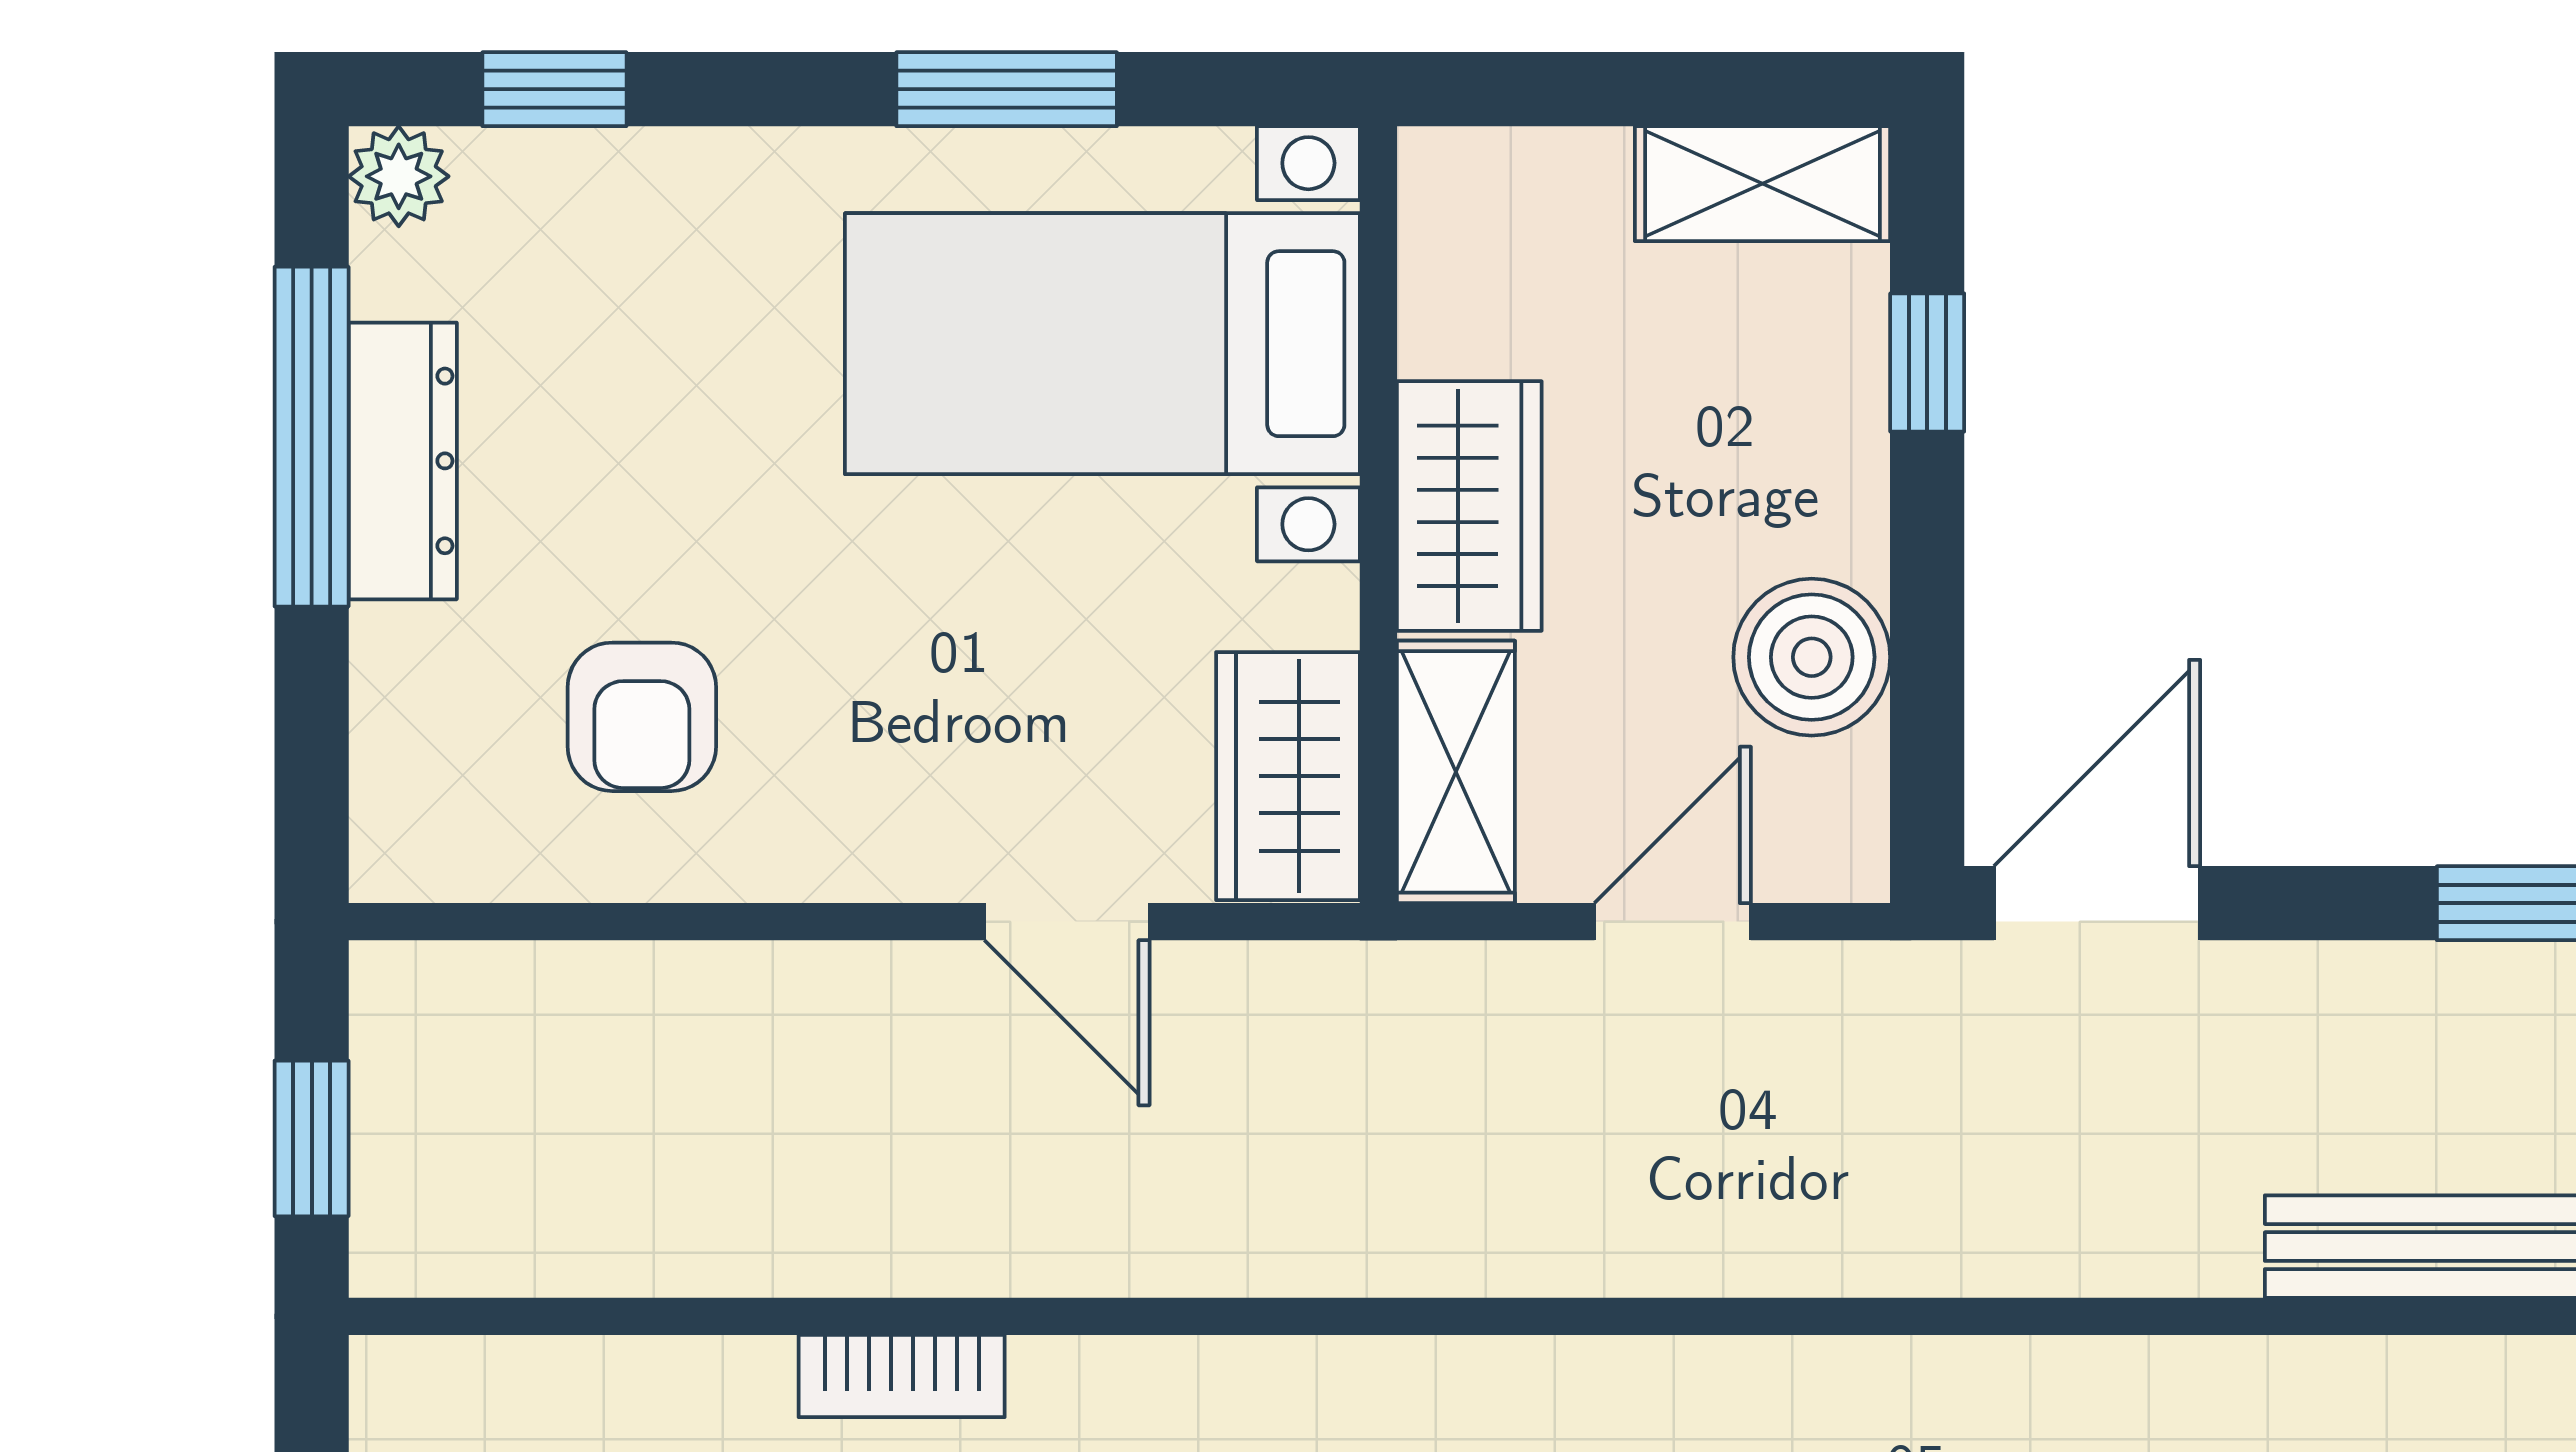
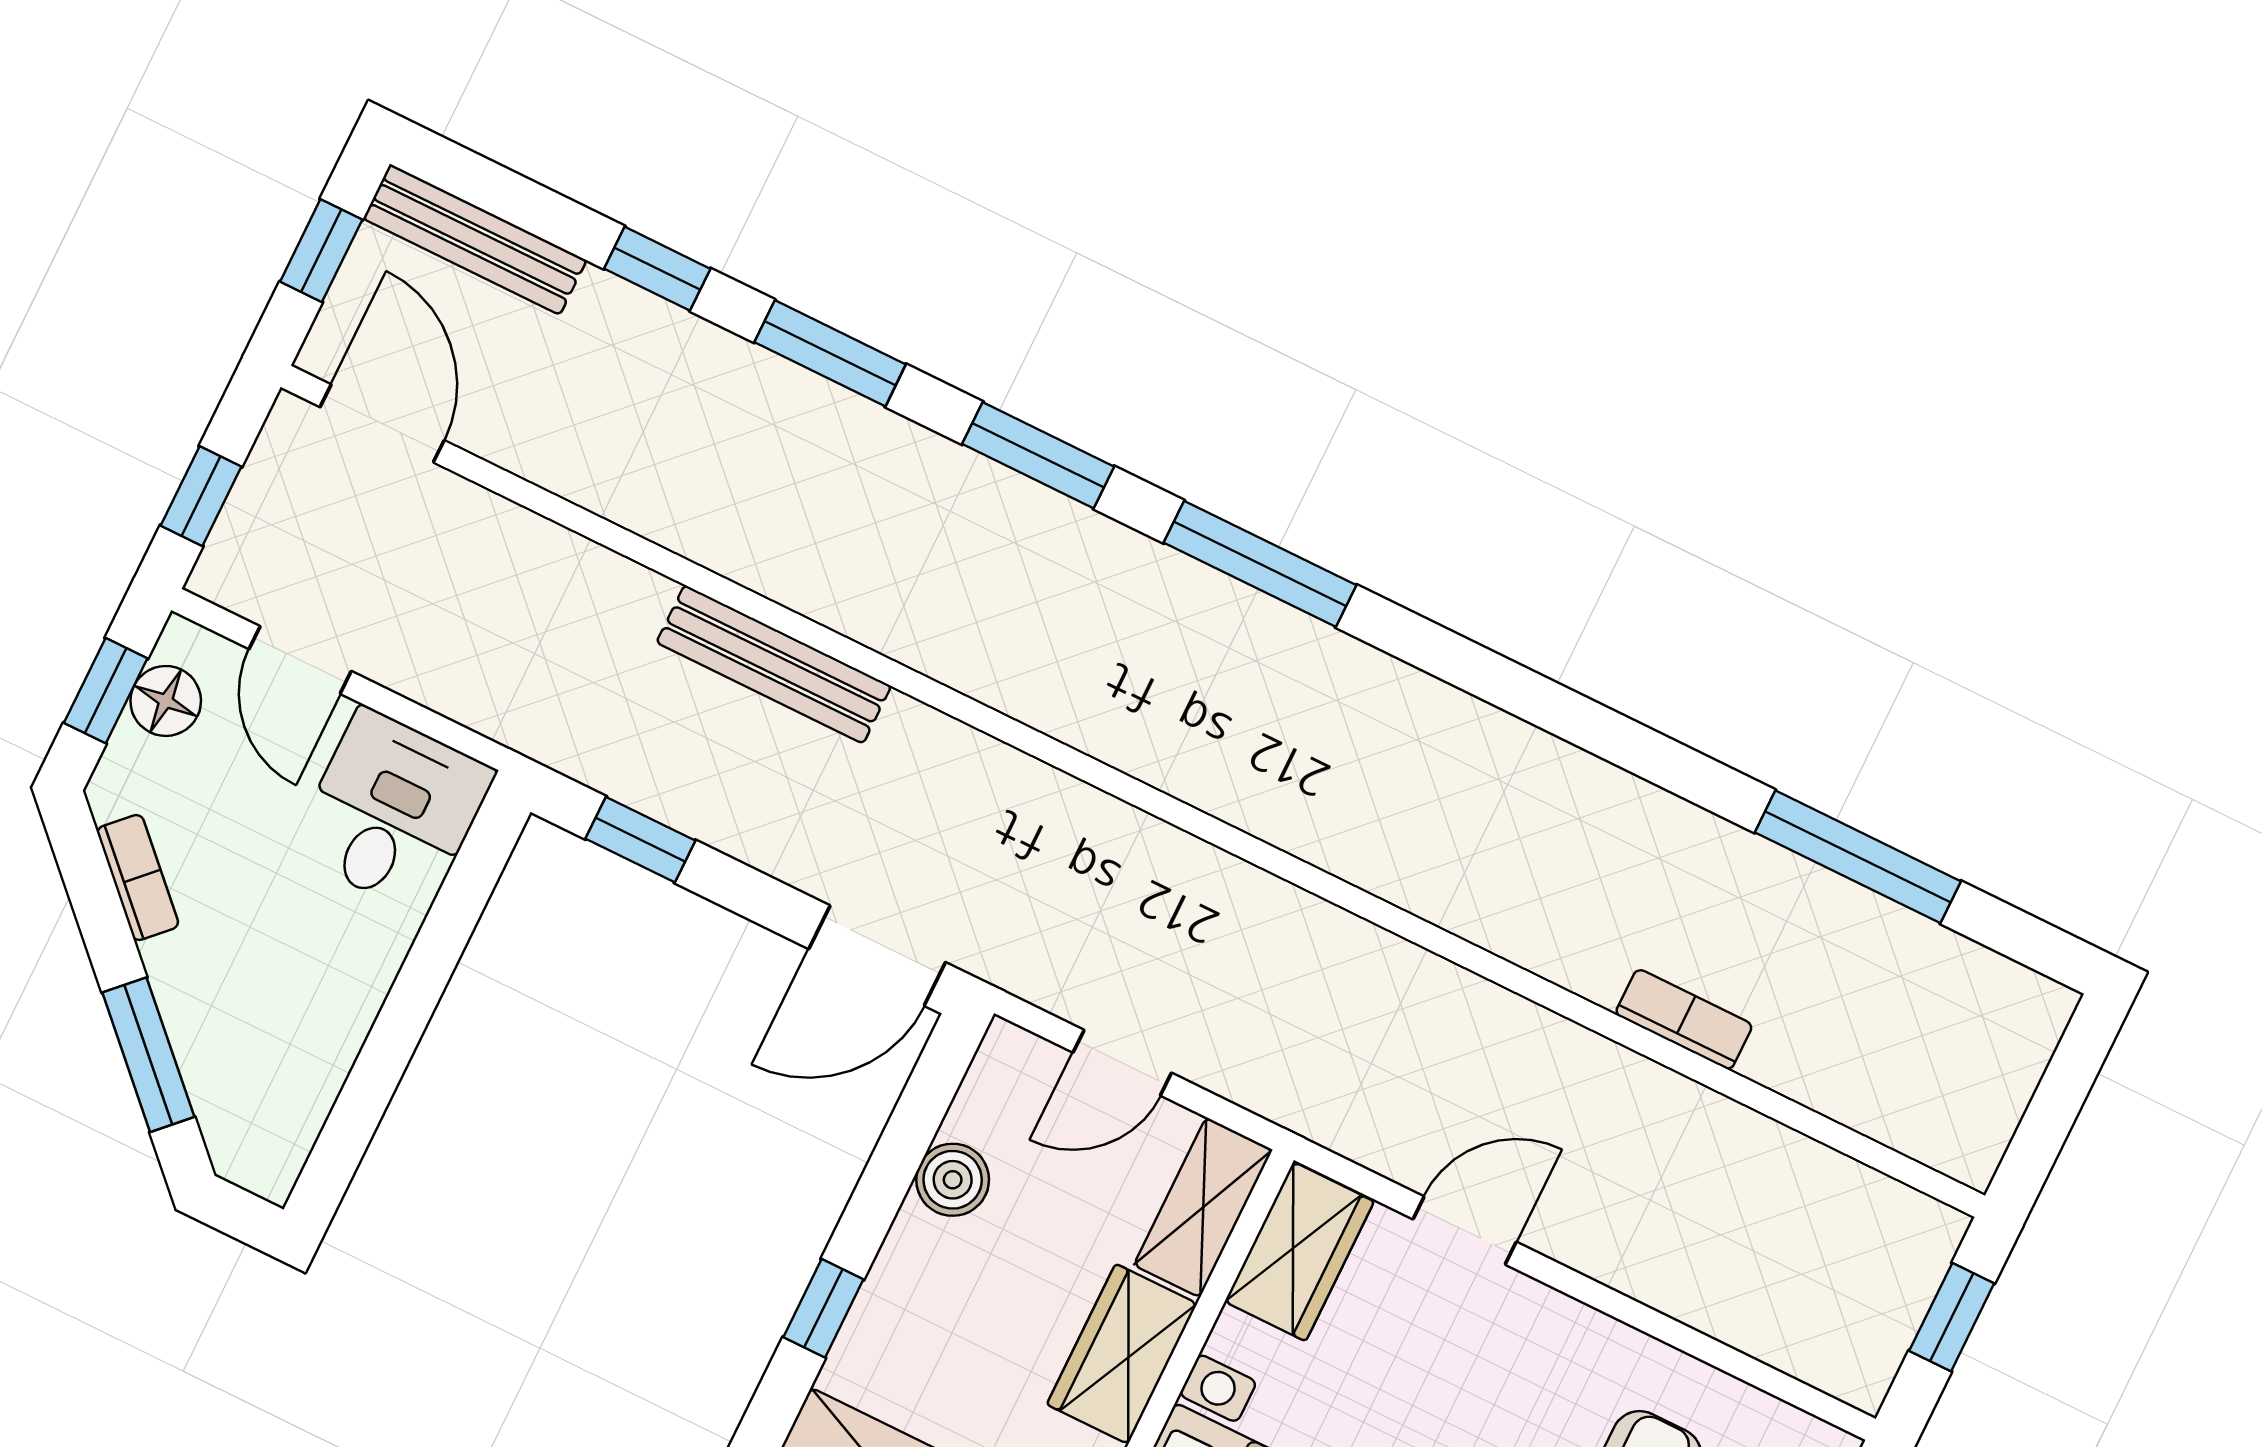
boiler: (1812, 657) -> (953, 1180), width x0.73, depth x0.73
door: (1067, 922) -> (1465, 1230), hinge flipped

